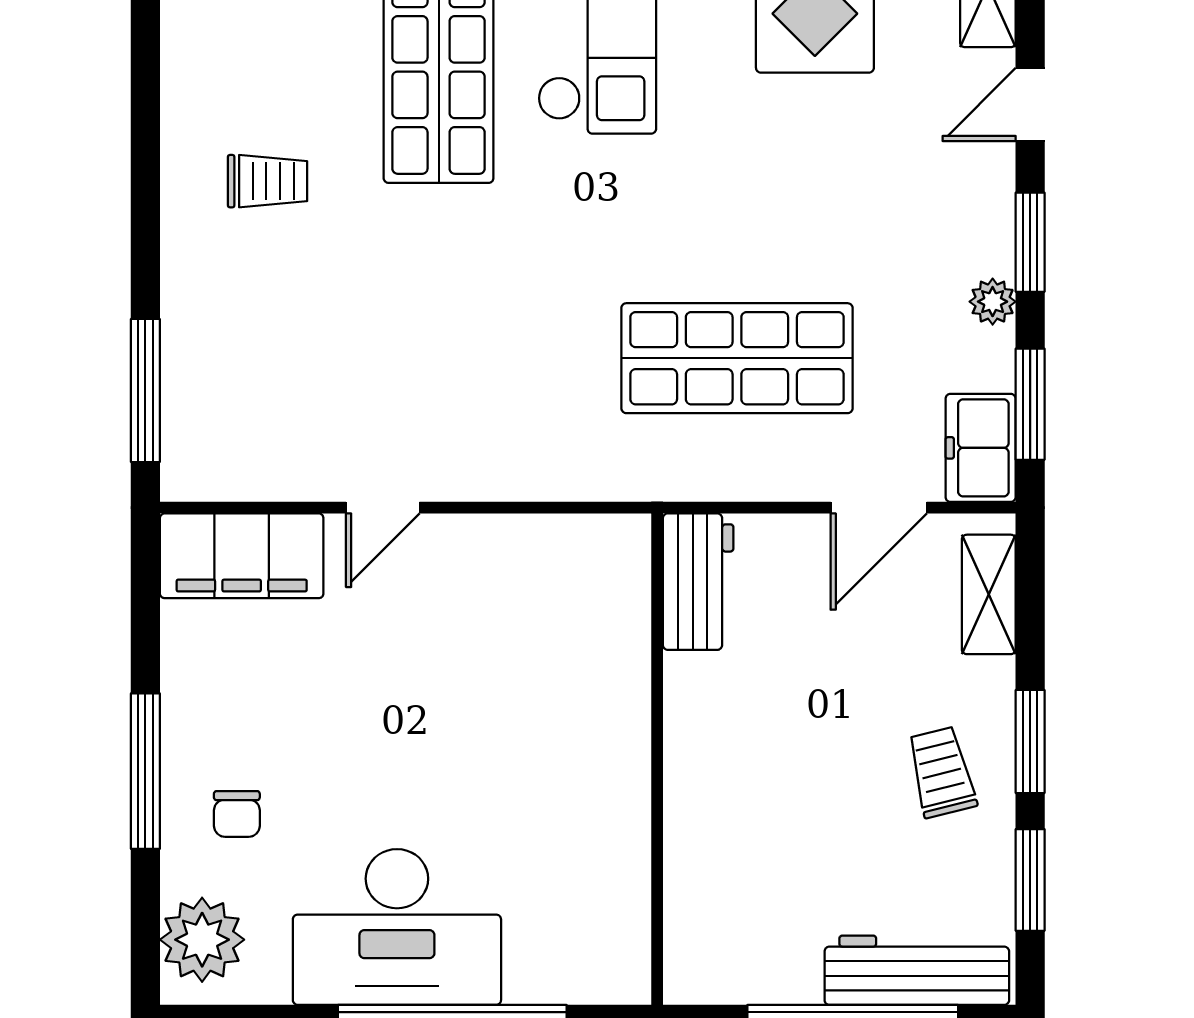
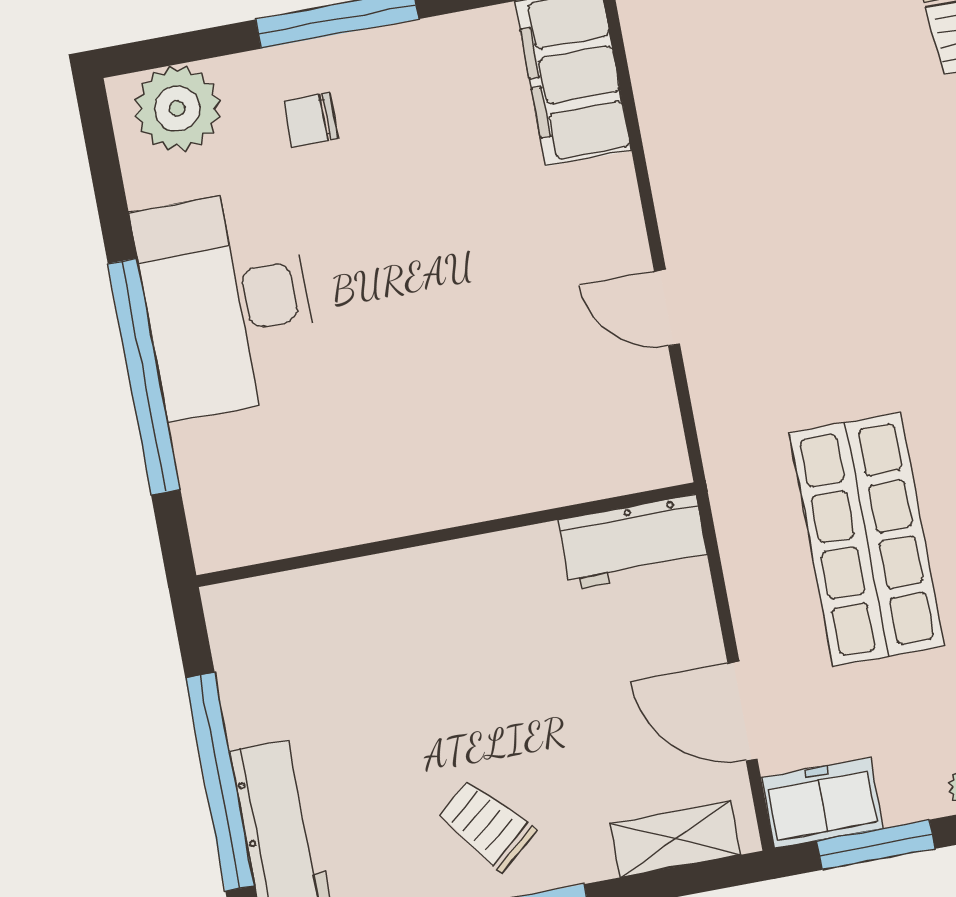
door: (383, 508) -> (667, 308), moved
trolley: (941, 772) -> (487, 825), turned -116

